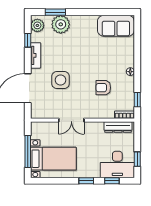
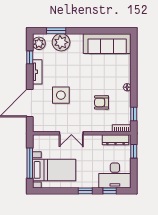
sofa: (116, 26) -> (107, 44), width x1.36
window: (137, 159) -> (134, 151), moved

